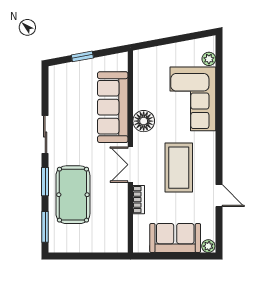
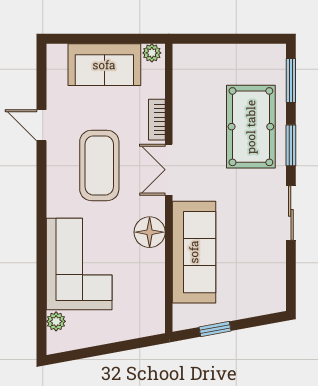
window: (82, 56) -> (215, 329), moved
double door: (130, 165) -> (169, 170), swing flipped
plant: (208, 246) -> (152, 53), moved

